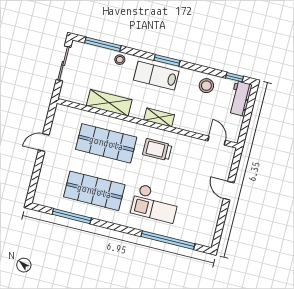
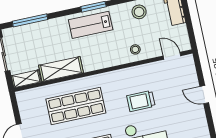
stool: (120, 60) -> (135, 49), moved
shelving: (159, 117) -> (26, 79), moved
trolley: (157, 150) -> (141, 101), moved

